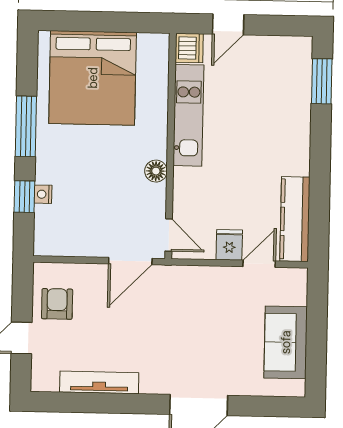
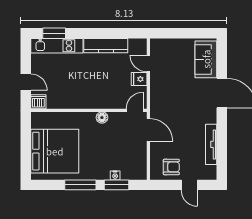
kitchen unit: (188, 115) -> (57, 46), moved, turned 180
window: (24, 197) -> (116, 185), width x1.50
kitchen counter: (295, 219) -> (106, 46), moved
armchair: (57, 304) -> (171, 167), turned 180
sofa: (286, 342) -> (206, 59), moved, turned 90

